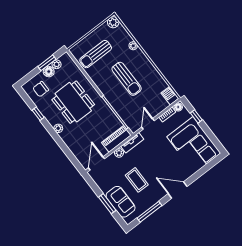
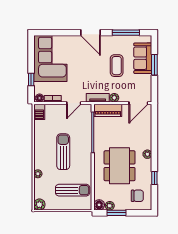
floor lamp: (49, 72) -> (99, 205), moved

